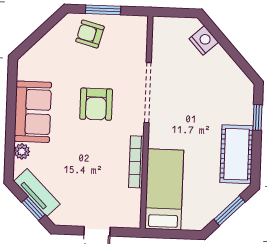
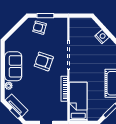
nightstand: (204, 40) -> (102, 37), moved
armchair: (96, 104) -> (44, 61), turned 109

